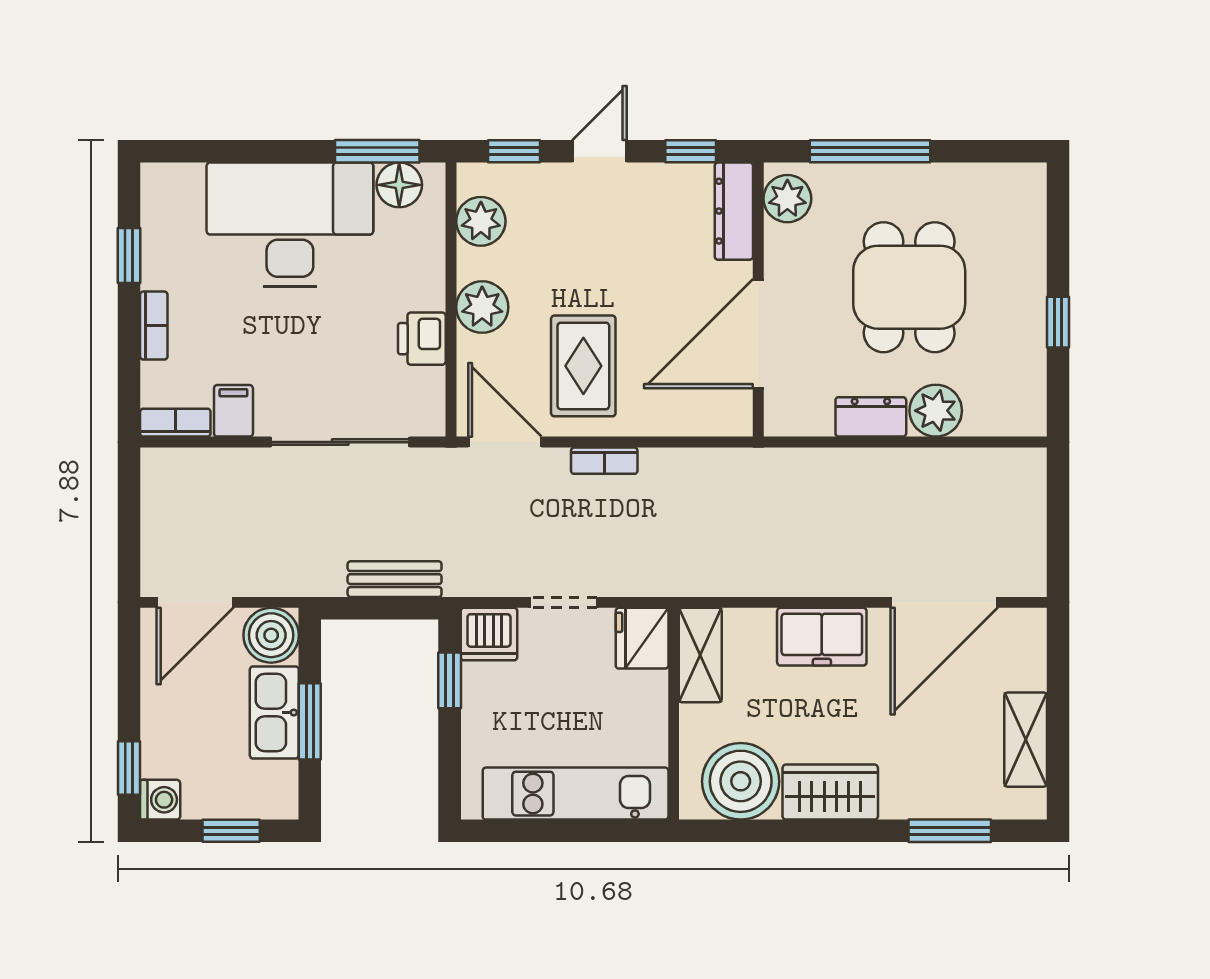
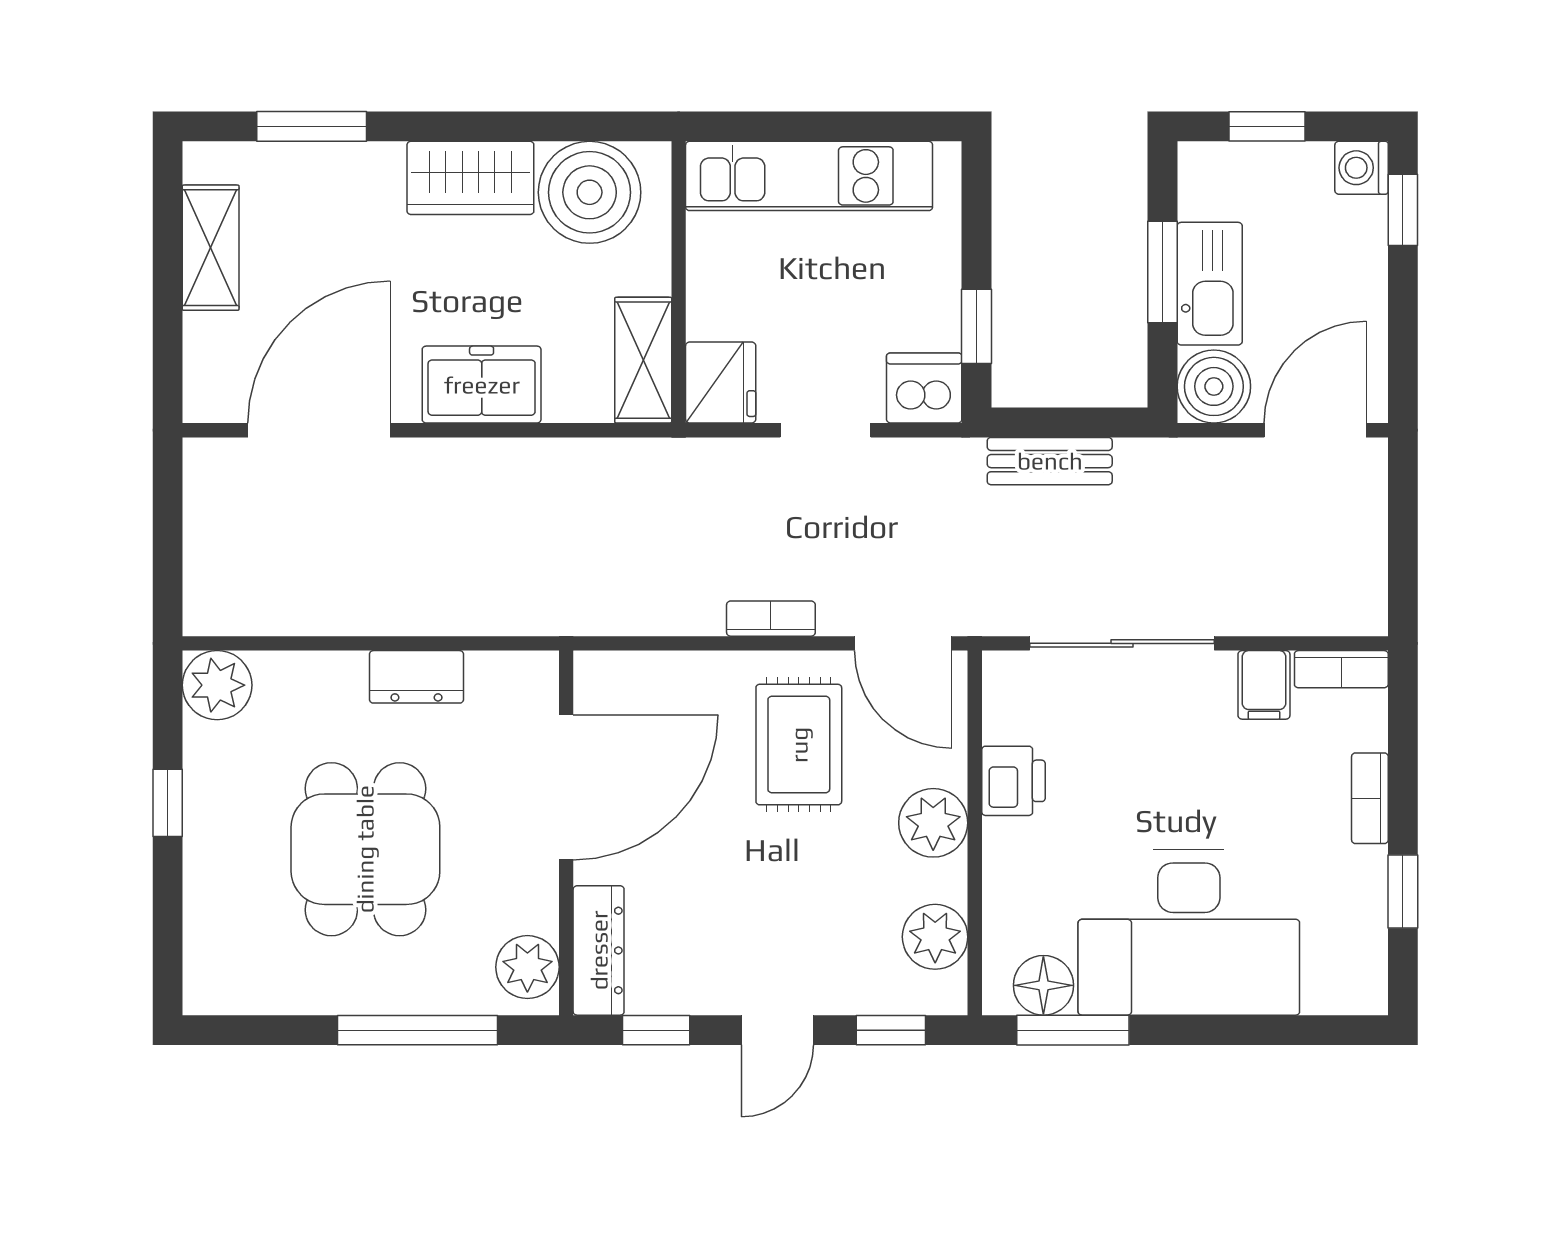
plant: (936, 411) -> (217, 685), moved

